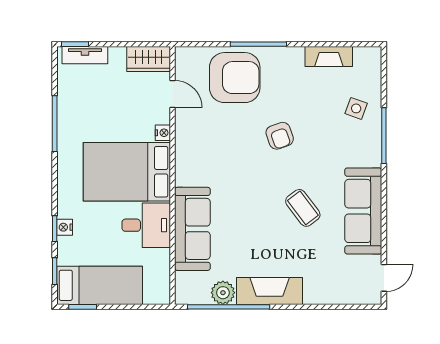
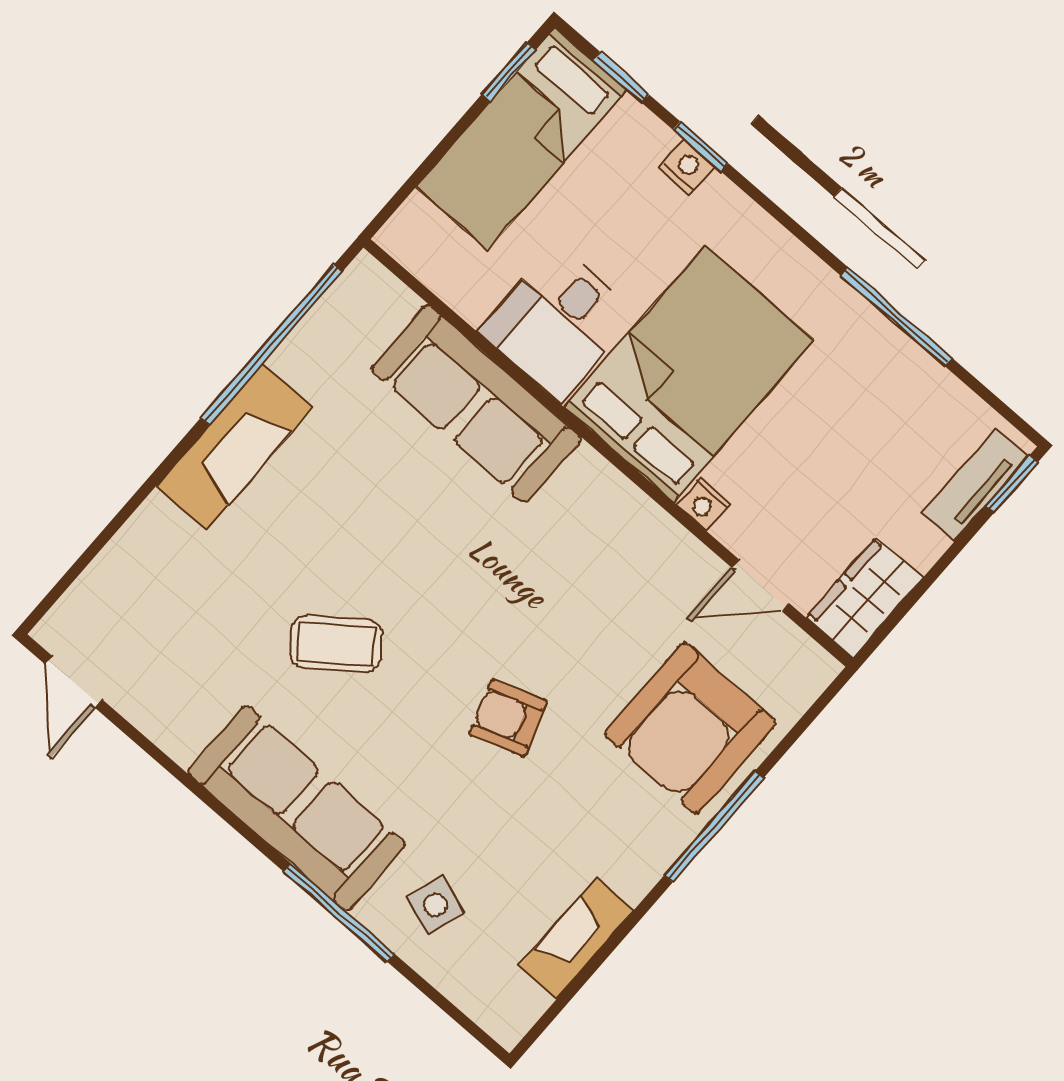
sofa: (363, 211) -> (297, 808), moved
plant: (223, 293) -> (307, 357), removed

